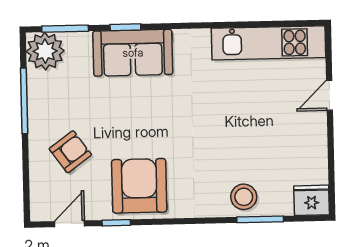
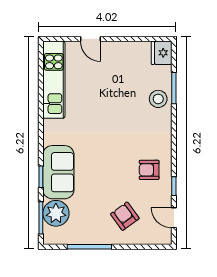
plant: (45, 51) -> (56, 213), moved
armchair: (139, 186) -> (149, 170), width x0.53, depth x0.53

